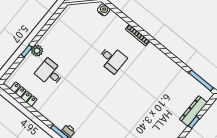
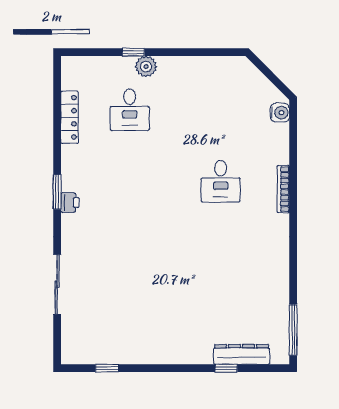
desk: (50, 73) -> (130, 110), turned 180
locker: (23, 94) -> (70, 117), moved

